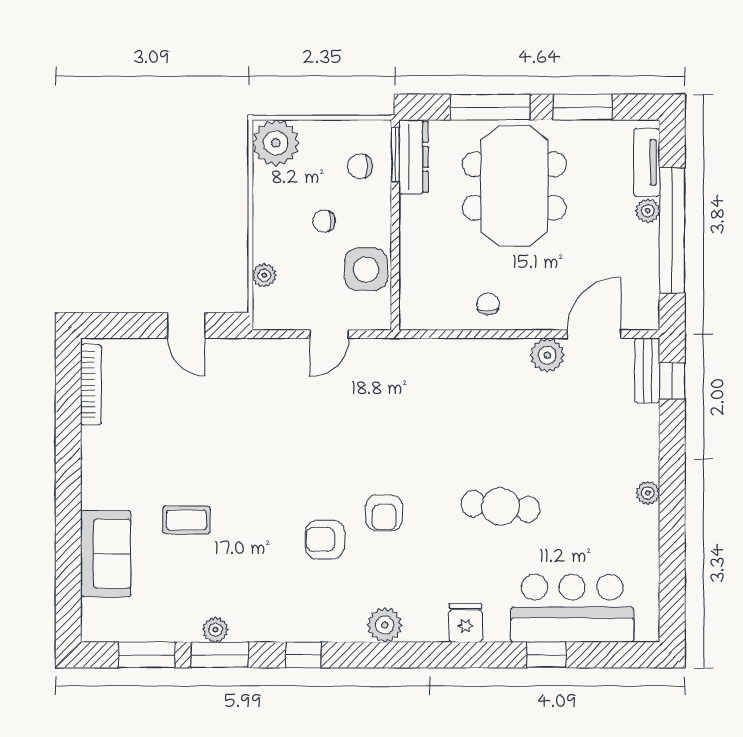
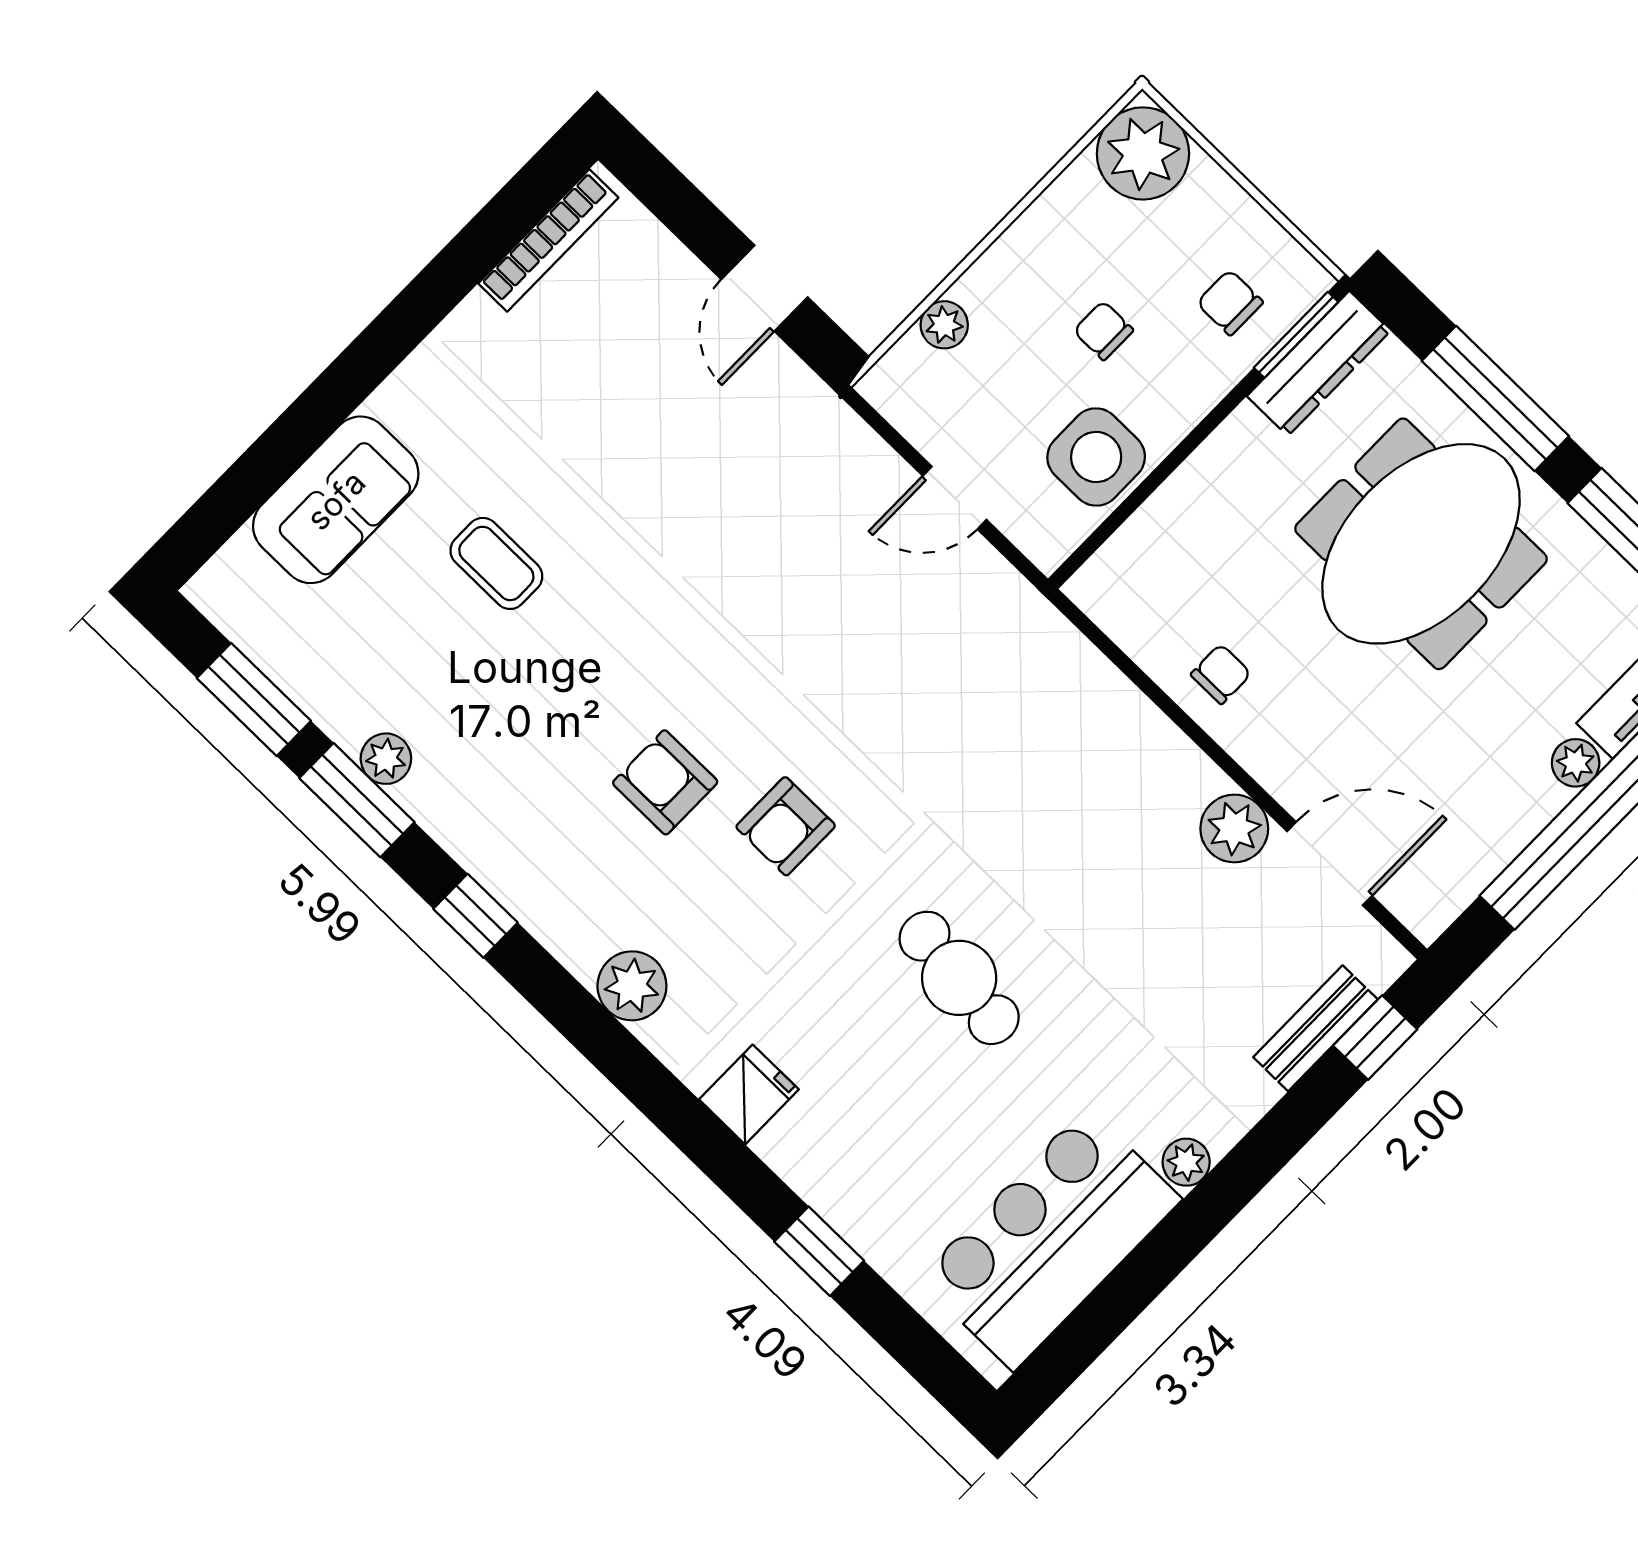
bench: (647, 370) -> (1315, 1028), moved
bar counter: (572, 608) -> (1050, 1239), moved, turned -90

